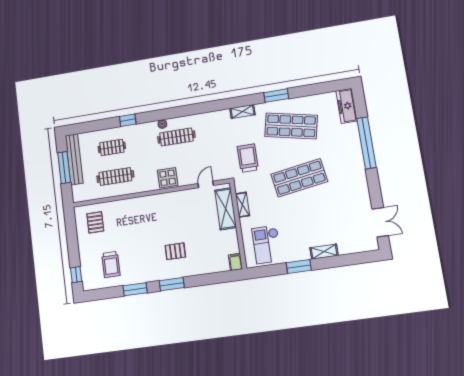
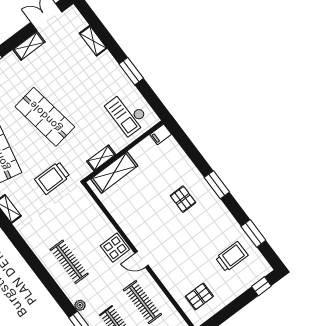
plant: (162, 124) -> (80, 305), moved
door: (206, 184) -> (141, 259), moved
shelving: (364, 196) -> (29, 46), added
checkout: (267, 245) -> (127, 113), turned 90
shelving: (324, 252) -> (93, 41), moved
window: (135, 289) -> (253, 233), moved

